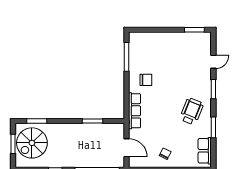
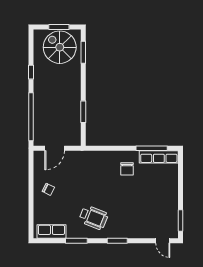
door: (213, 62) -> (163, 241), moved
row of seats: (135, 111) -> (159, 157), moved

